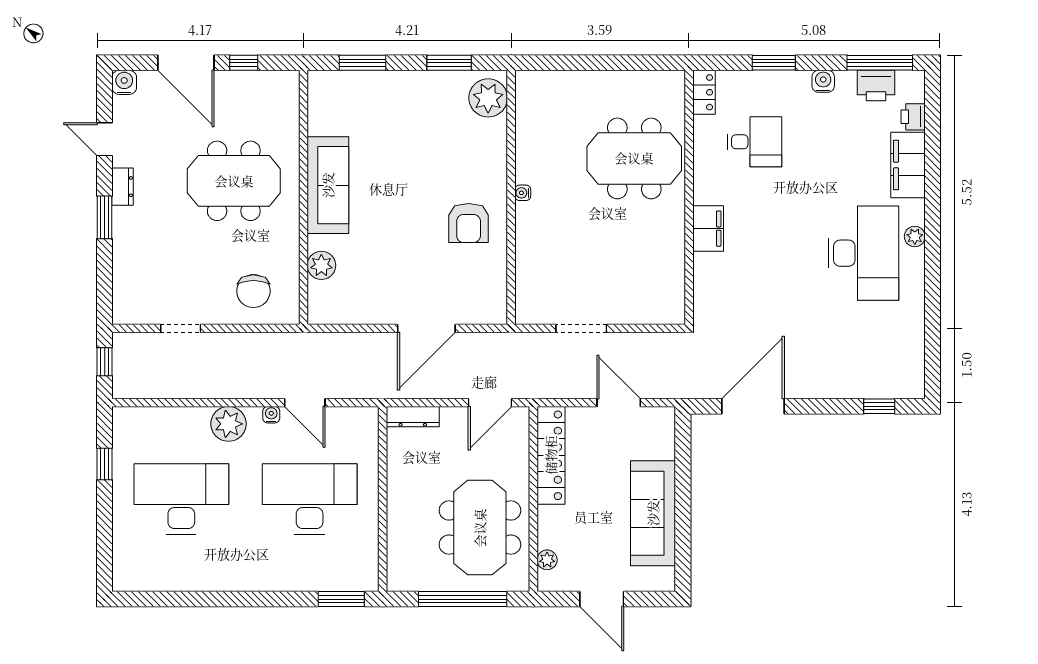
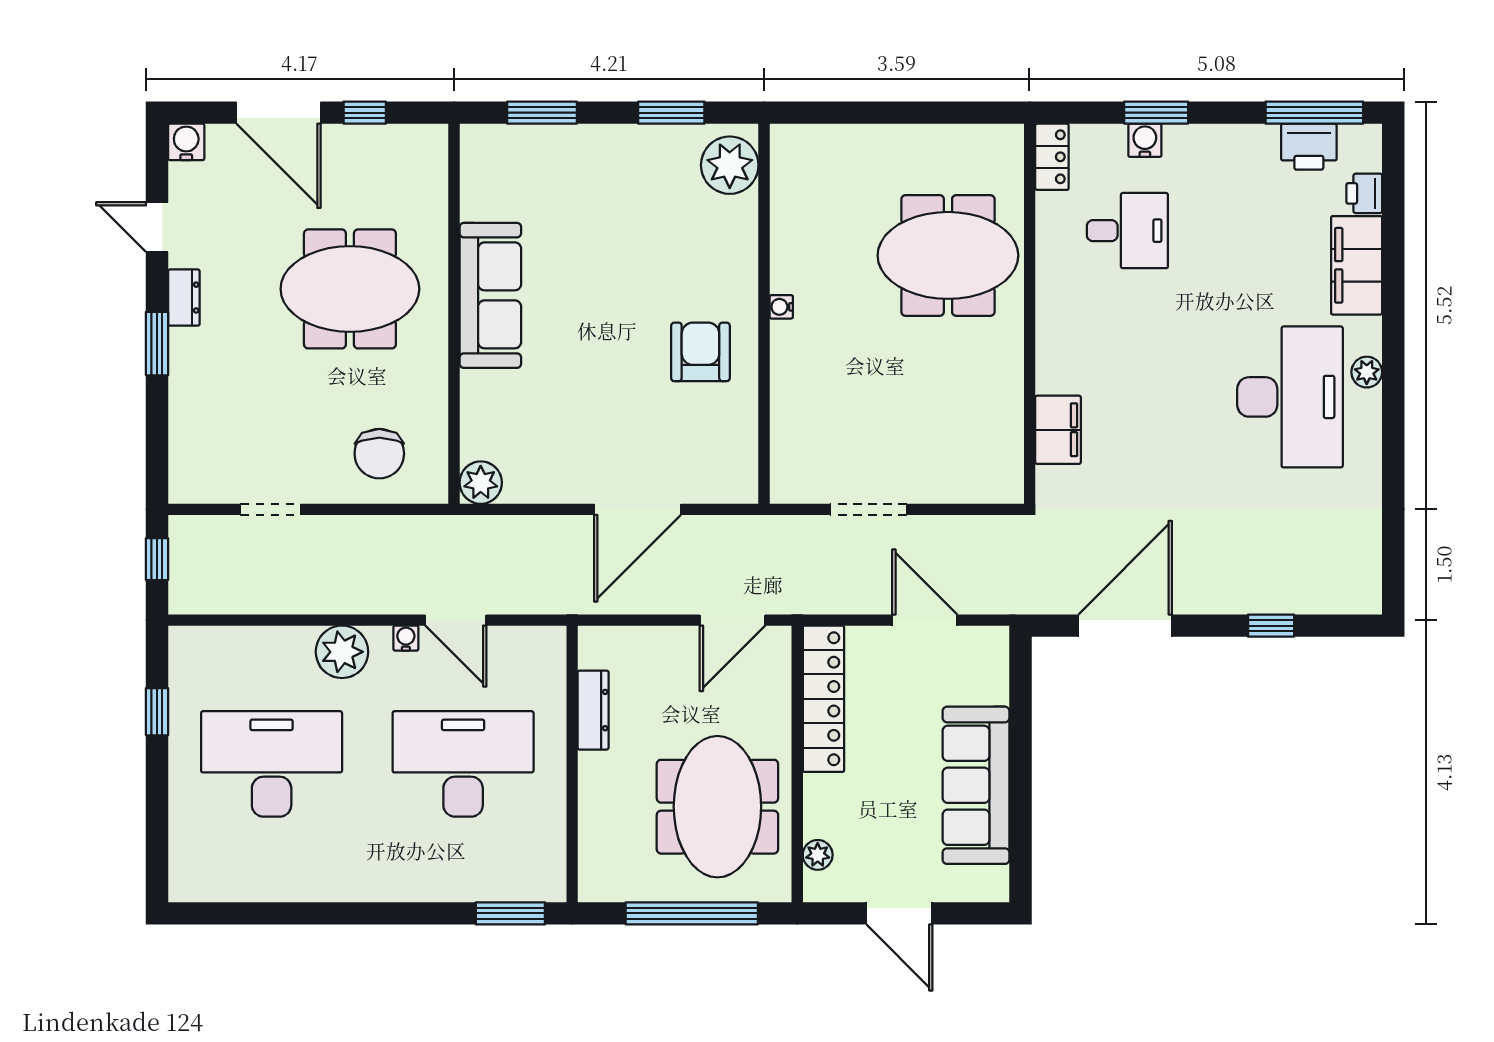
water cooler: (823, 81) -> (1145, 140), moved
armchair: (469, 223) -> (700, 352), turned 180
filing cabinet: (708, 229) -> (1058, 430), moved
plant: (321, 265) -> (481, 483), moved
window: (879, 406) -> (1271, 626), moved
dresser: (413, 417) -> (593, 710), moved, turned -90

